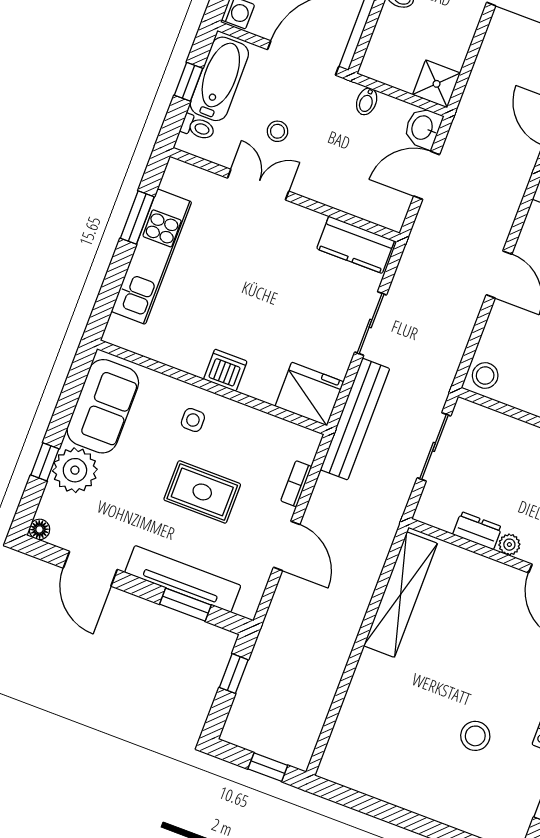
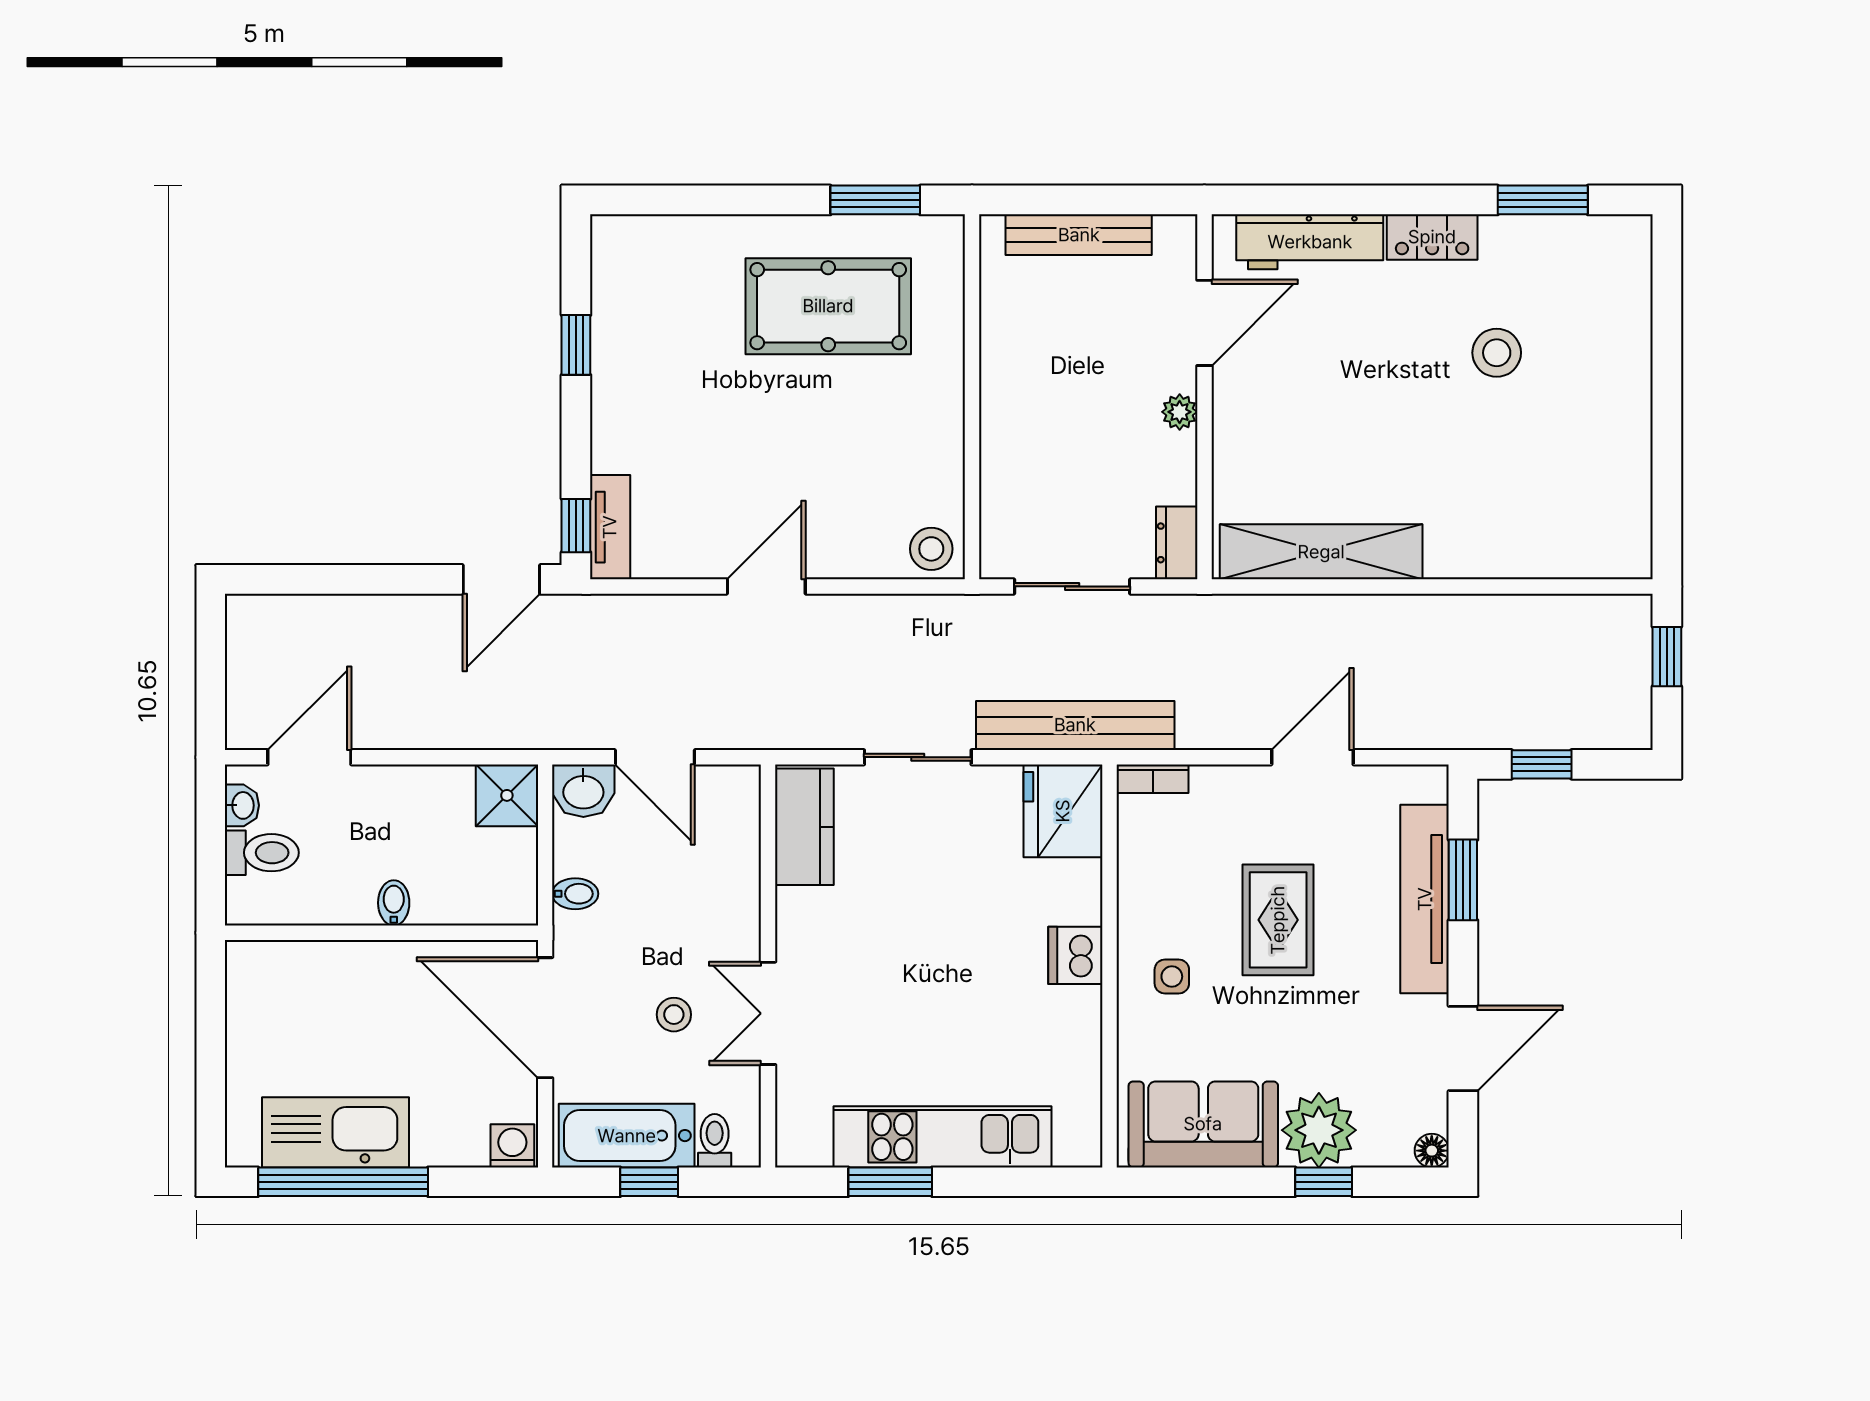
bookcase: (296, 484) -> (1153, 779), moved
dresser: (477, 531) -> (1177, 543), moved

